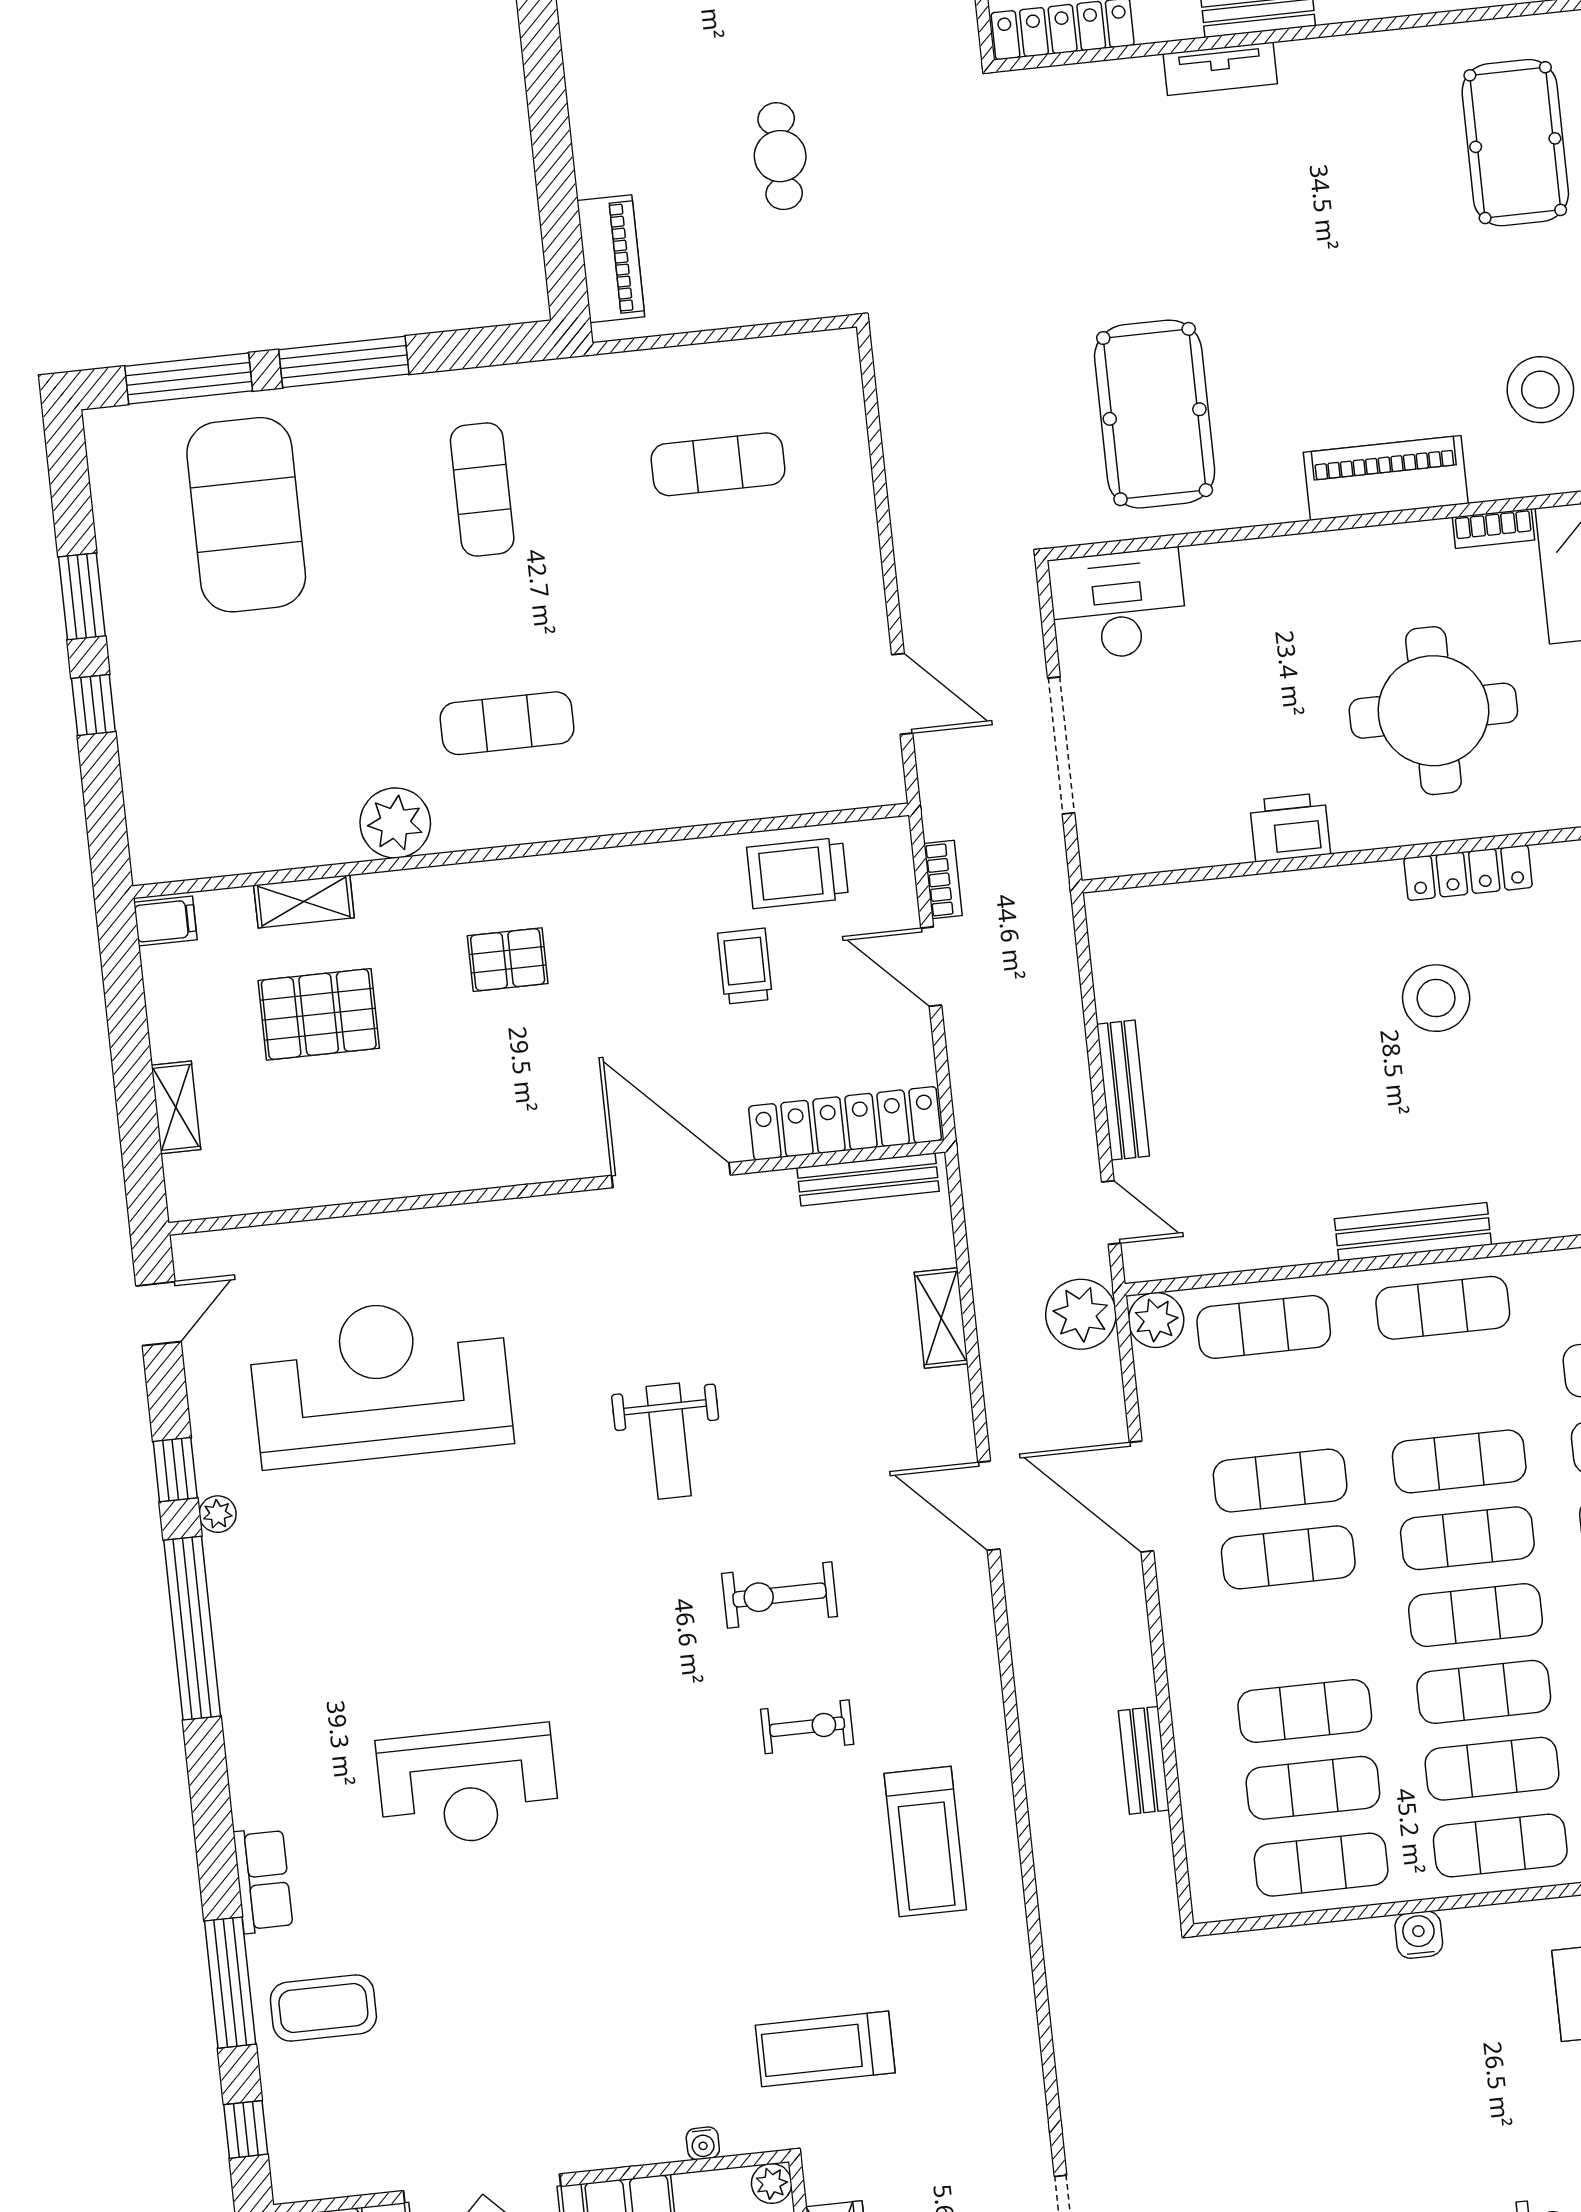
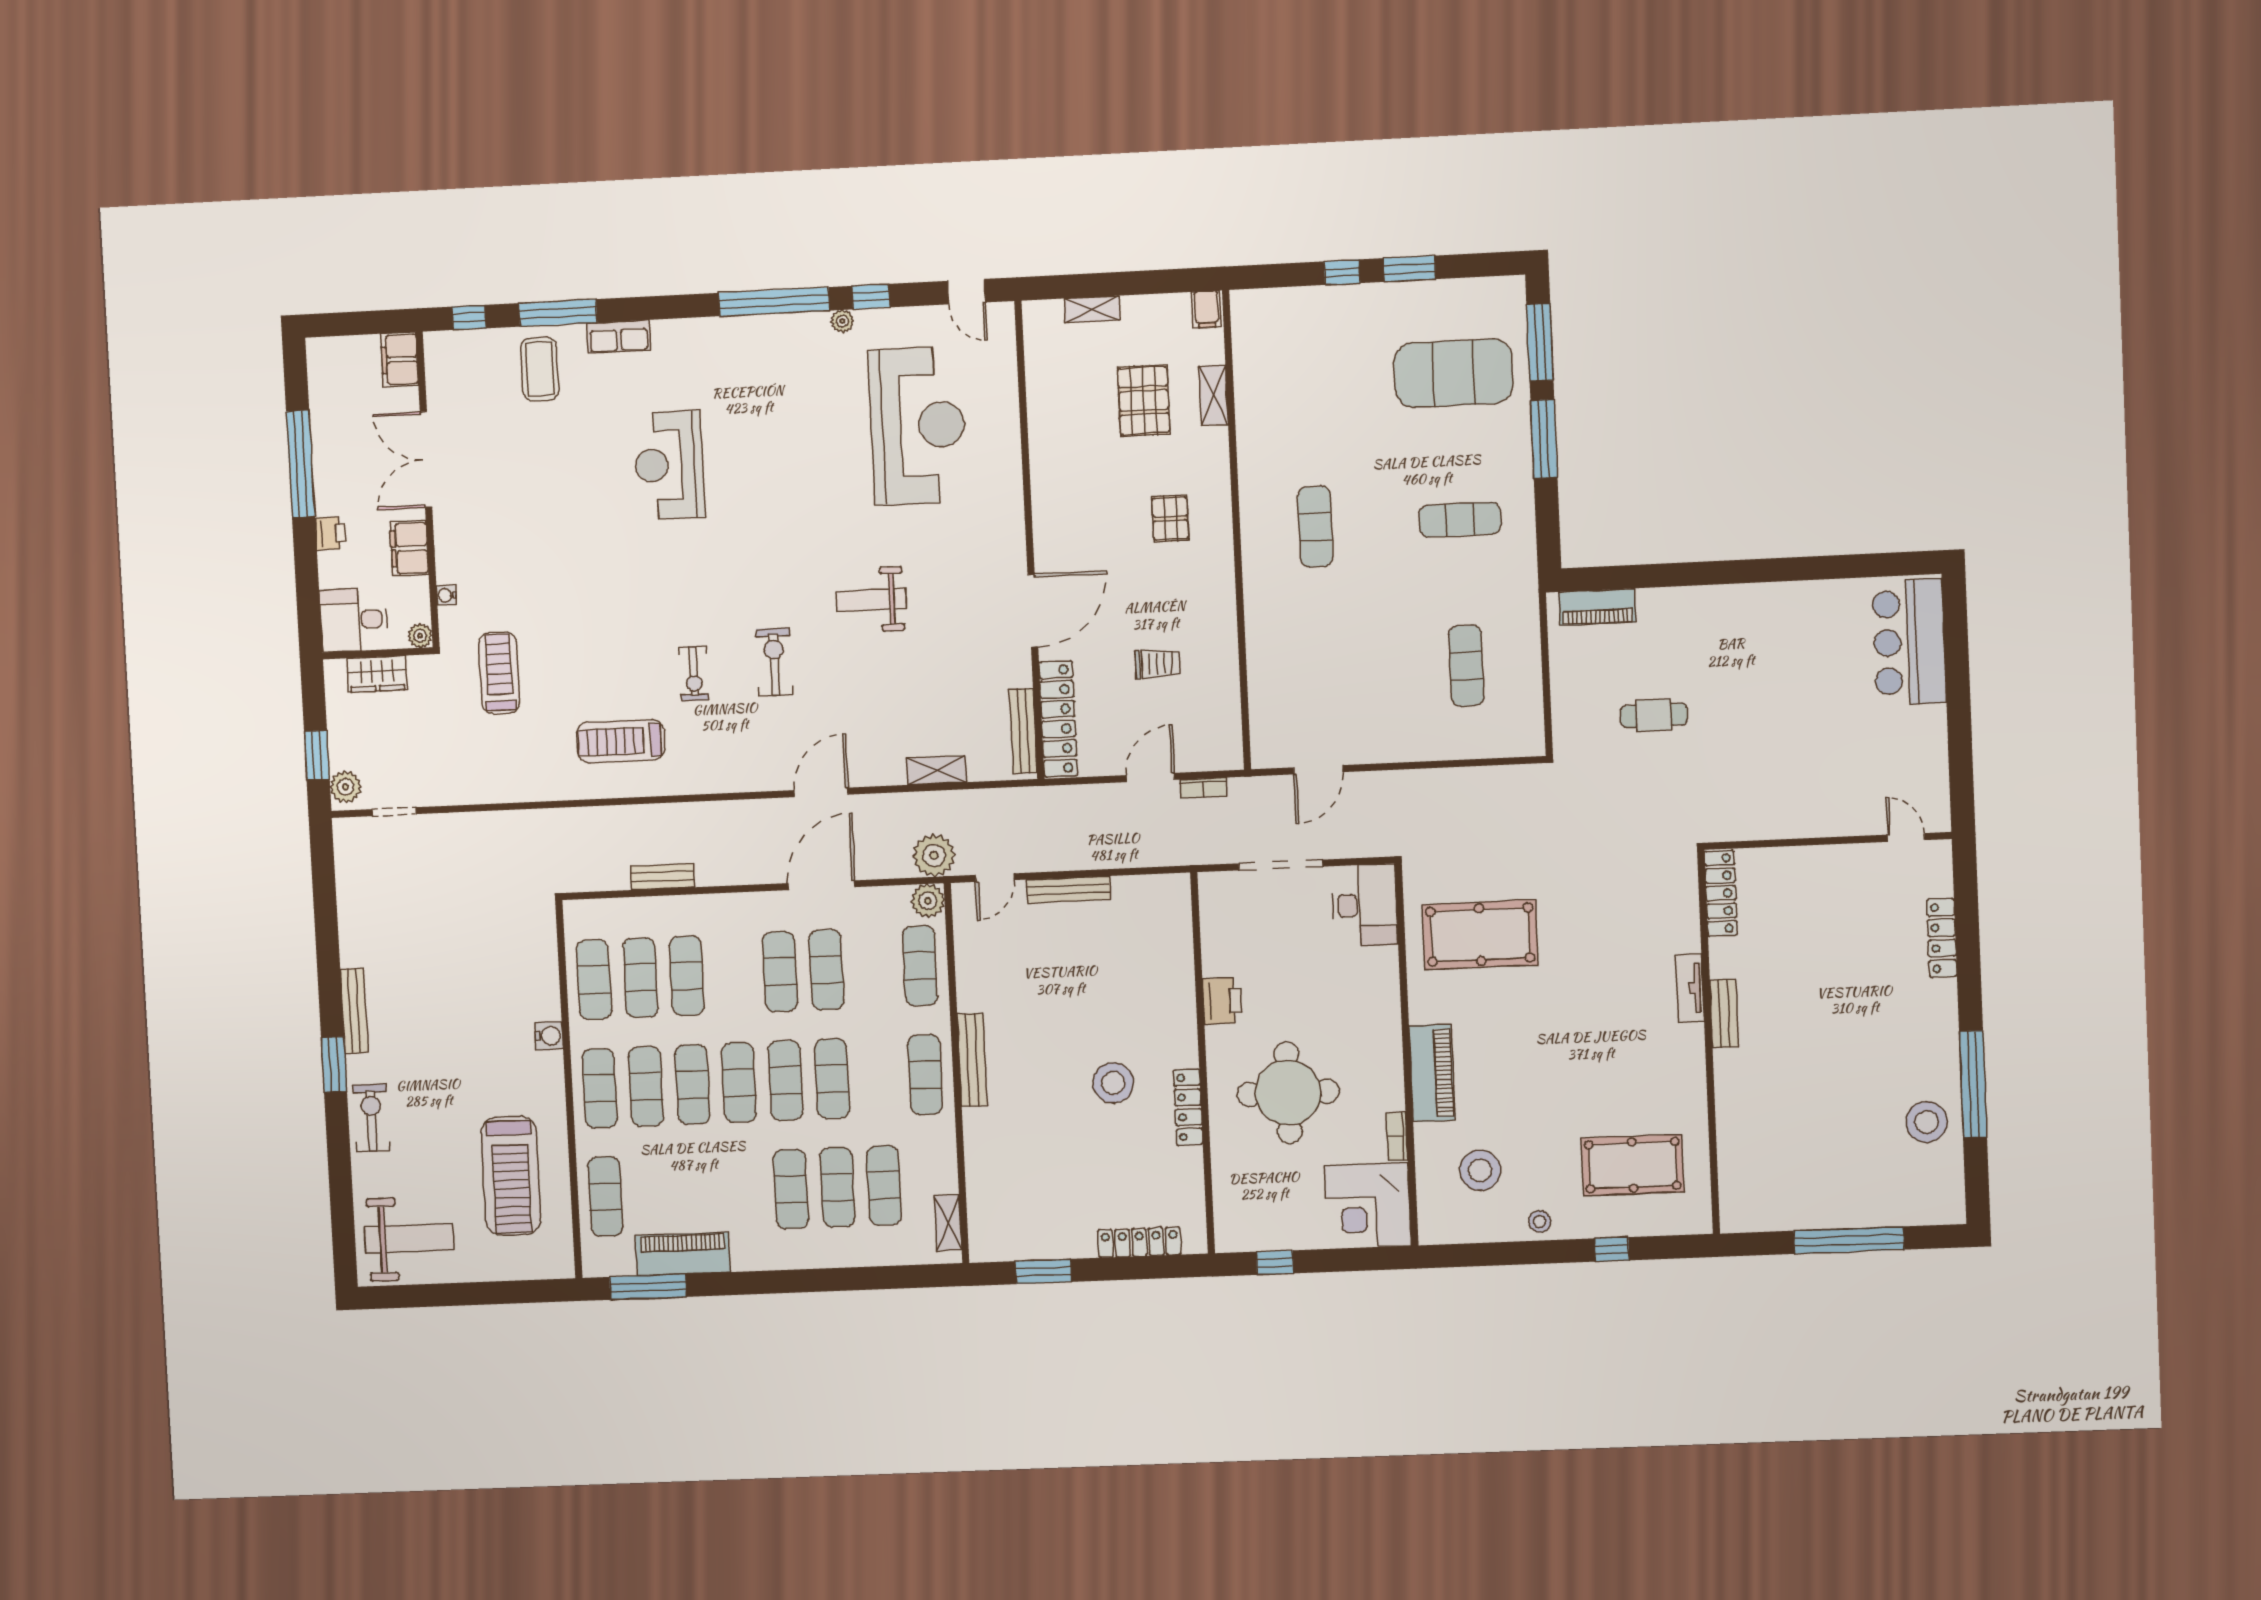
plant: (395, 823) -> (1258, 454), removed
trolley: (798, 873) -> (1213, 699), removed

